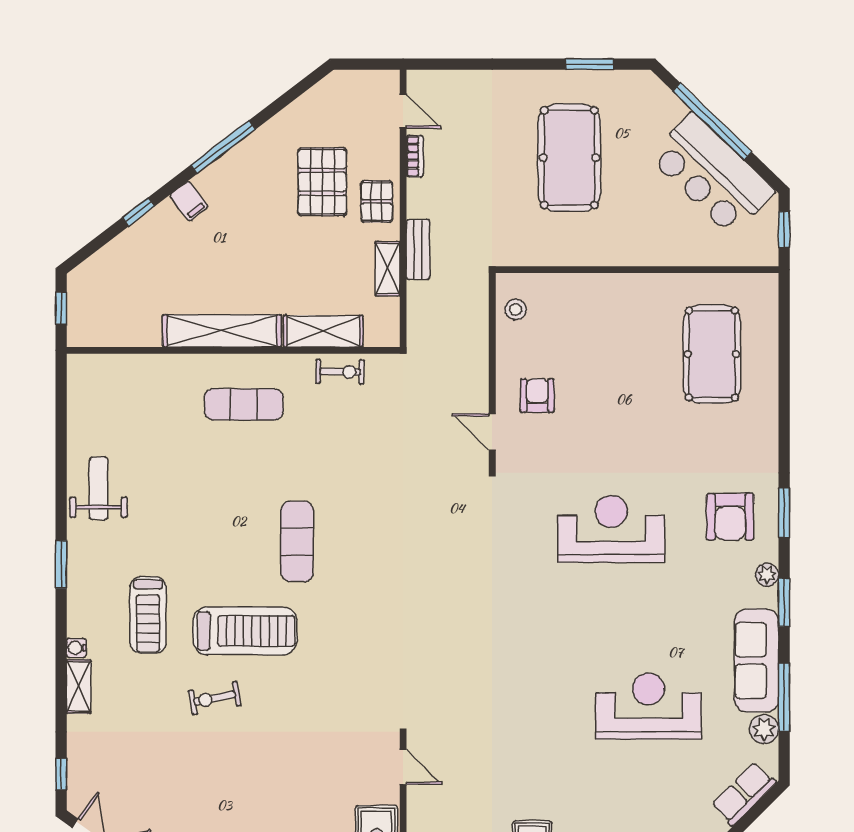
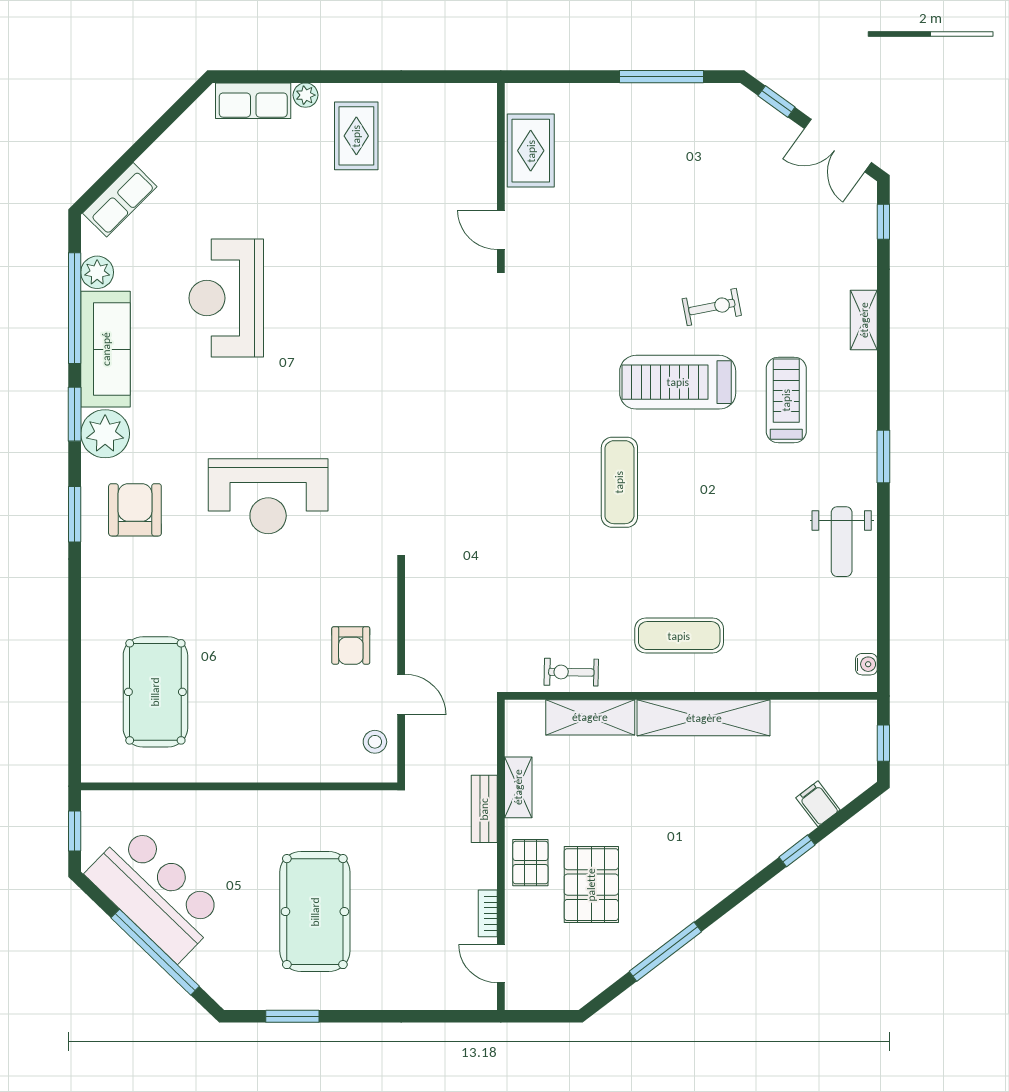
window: (223, 147) -> (665, 952), moved
filing cabinet: (189, 201) -> (818, 804), moved
door: (492, 432) -> (401, 695), moved
plant: (767, 575) -> (105, 434), width x1.88, depth x1.88
water cooler: (76, 648) -> (866, 664), moved
window: (784, 697) -> (75, 308), width x1.46
reception desk: (649, 706) -> (226, 298), turned 90

